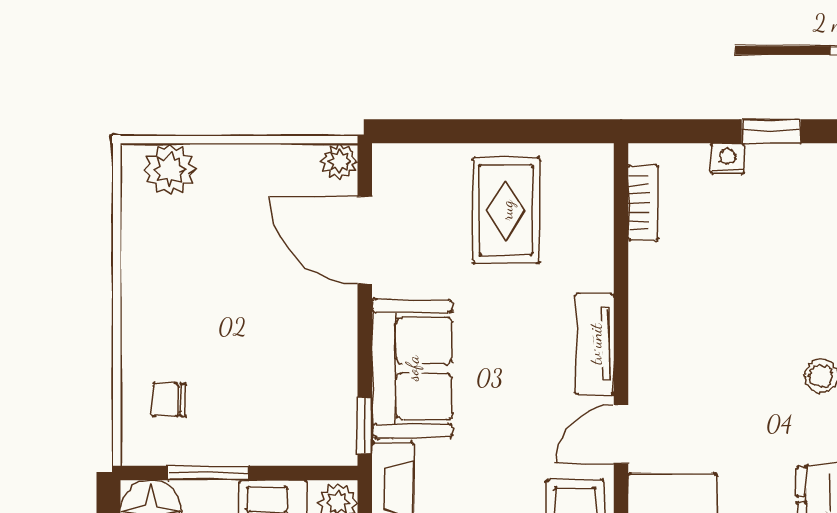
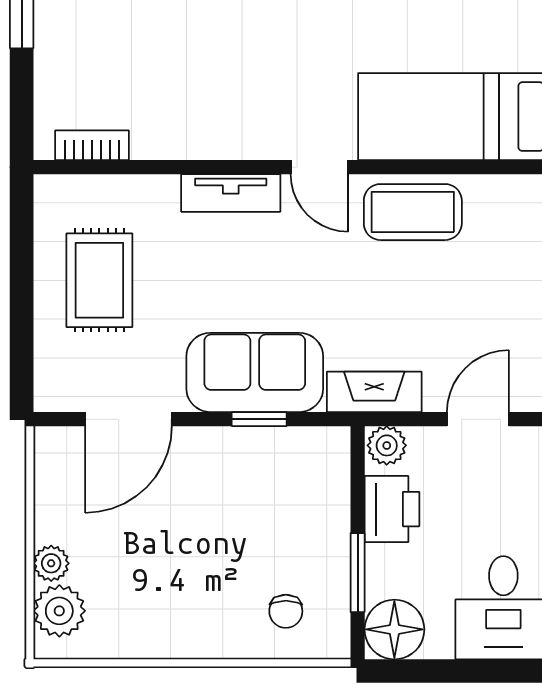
nightstand: (728, 159) -> (49, 62), removed
plant: (339, 161) -> (51, 563), moved
rug: (506, 210) -> (99, 280), turned 90
window: (365, 425) -> (259, 419), moved

